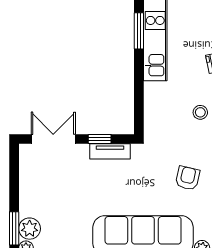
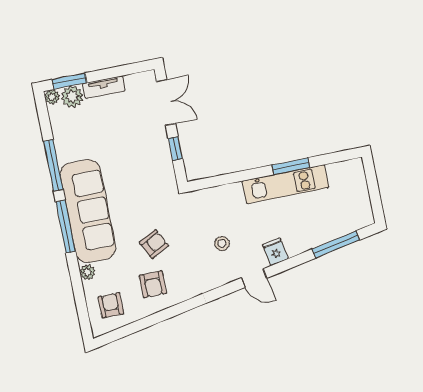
tv unit: (110, 151) -> (104, 87), moved, turned -90
armchair: (188, 178) -> (154, 244), turned -40

